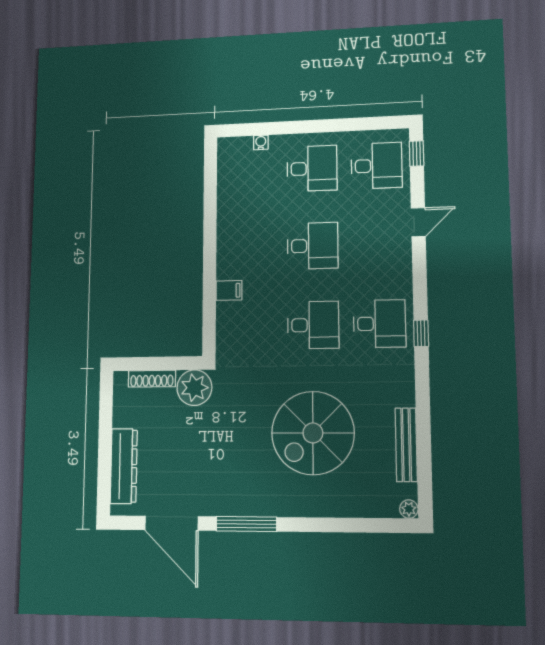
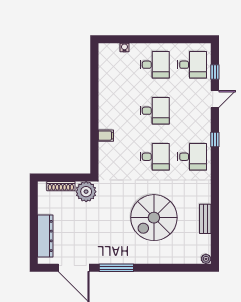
window: (417, 154) -> (215, 72), moved
window: (421, 333) -> (215, 139), moved
bench: (406, 445) -> (205, 219), width x0.73

